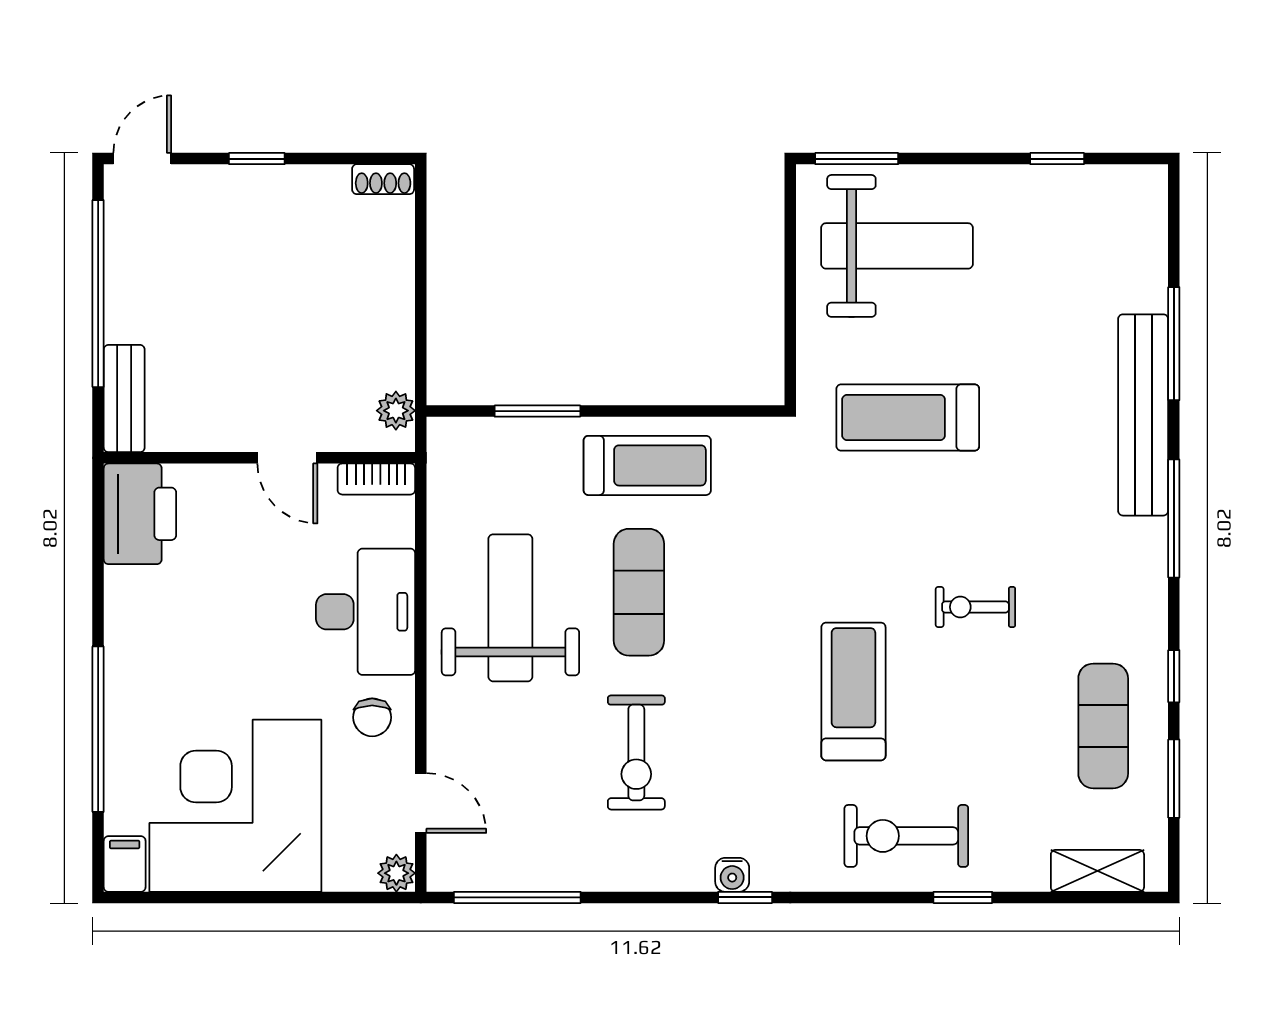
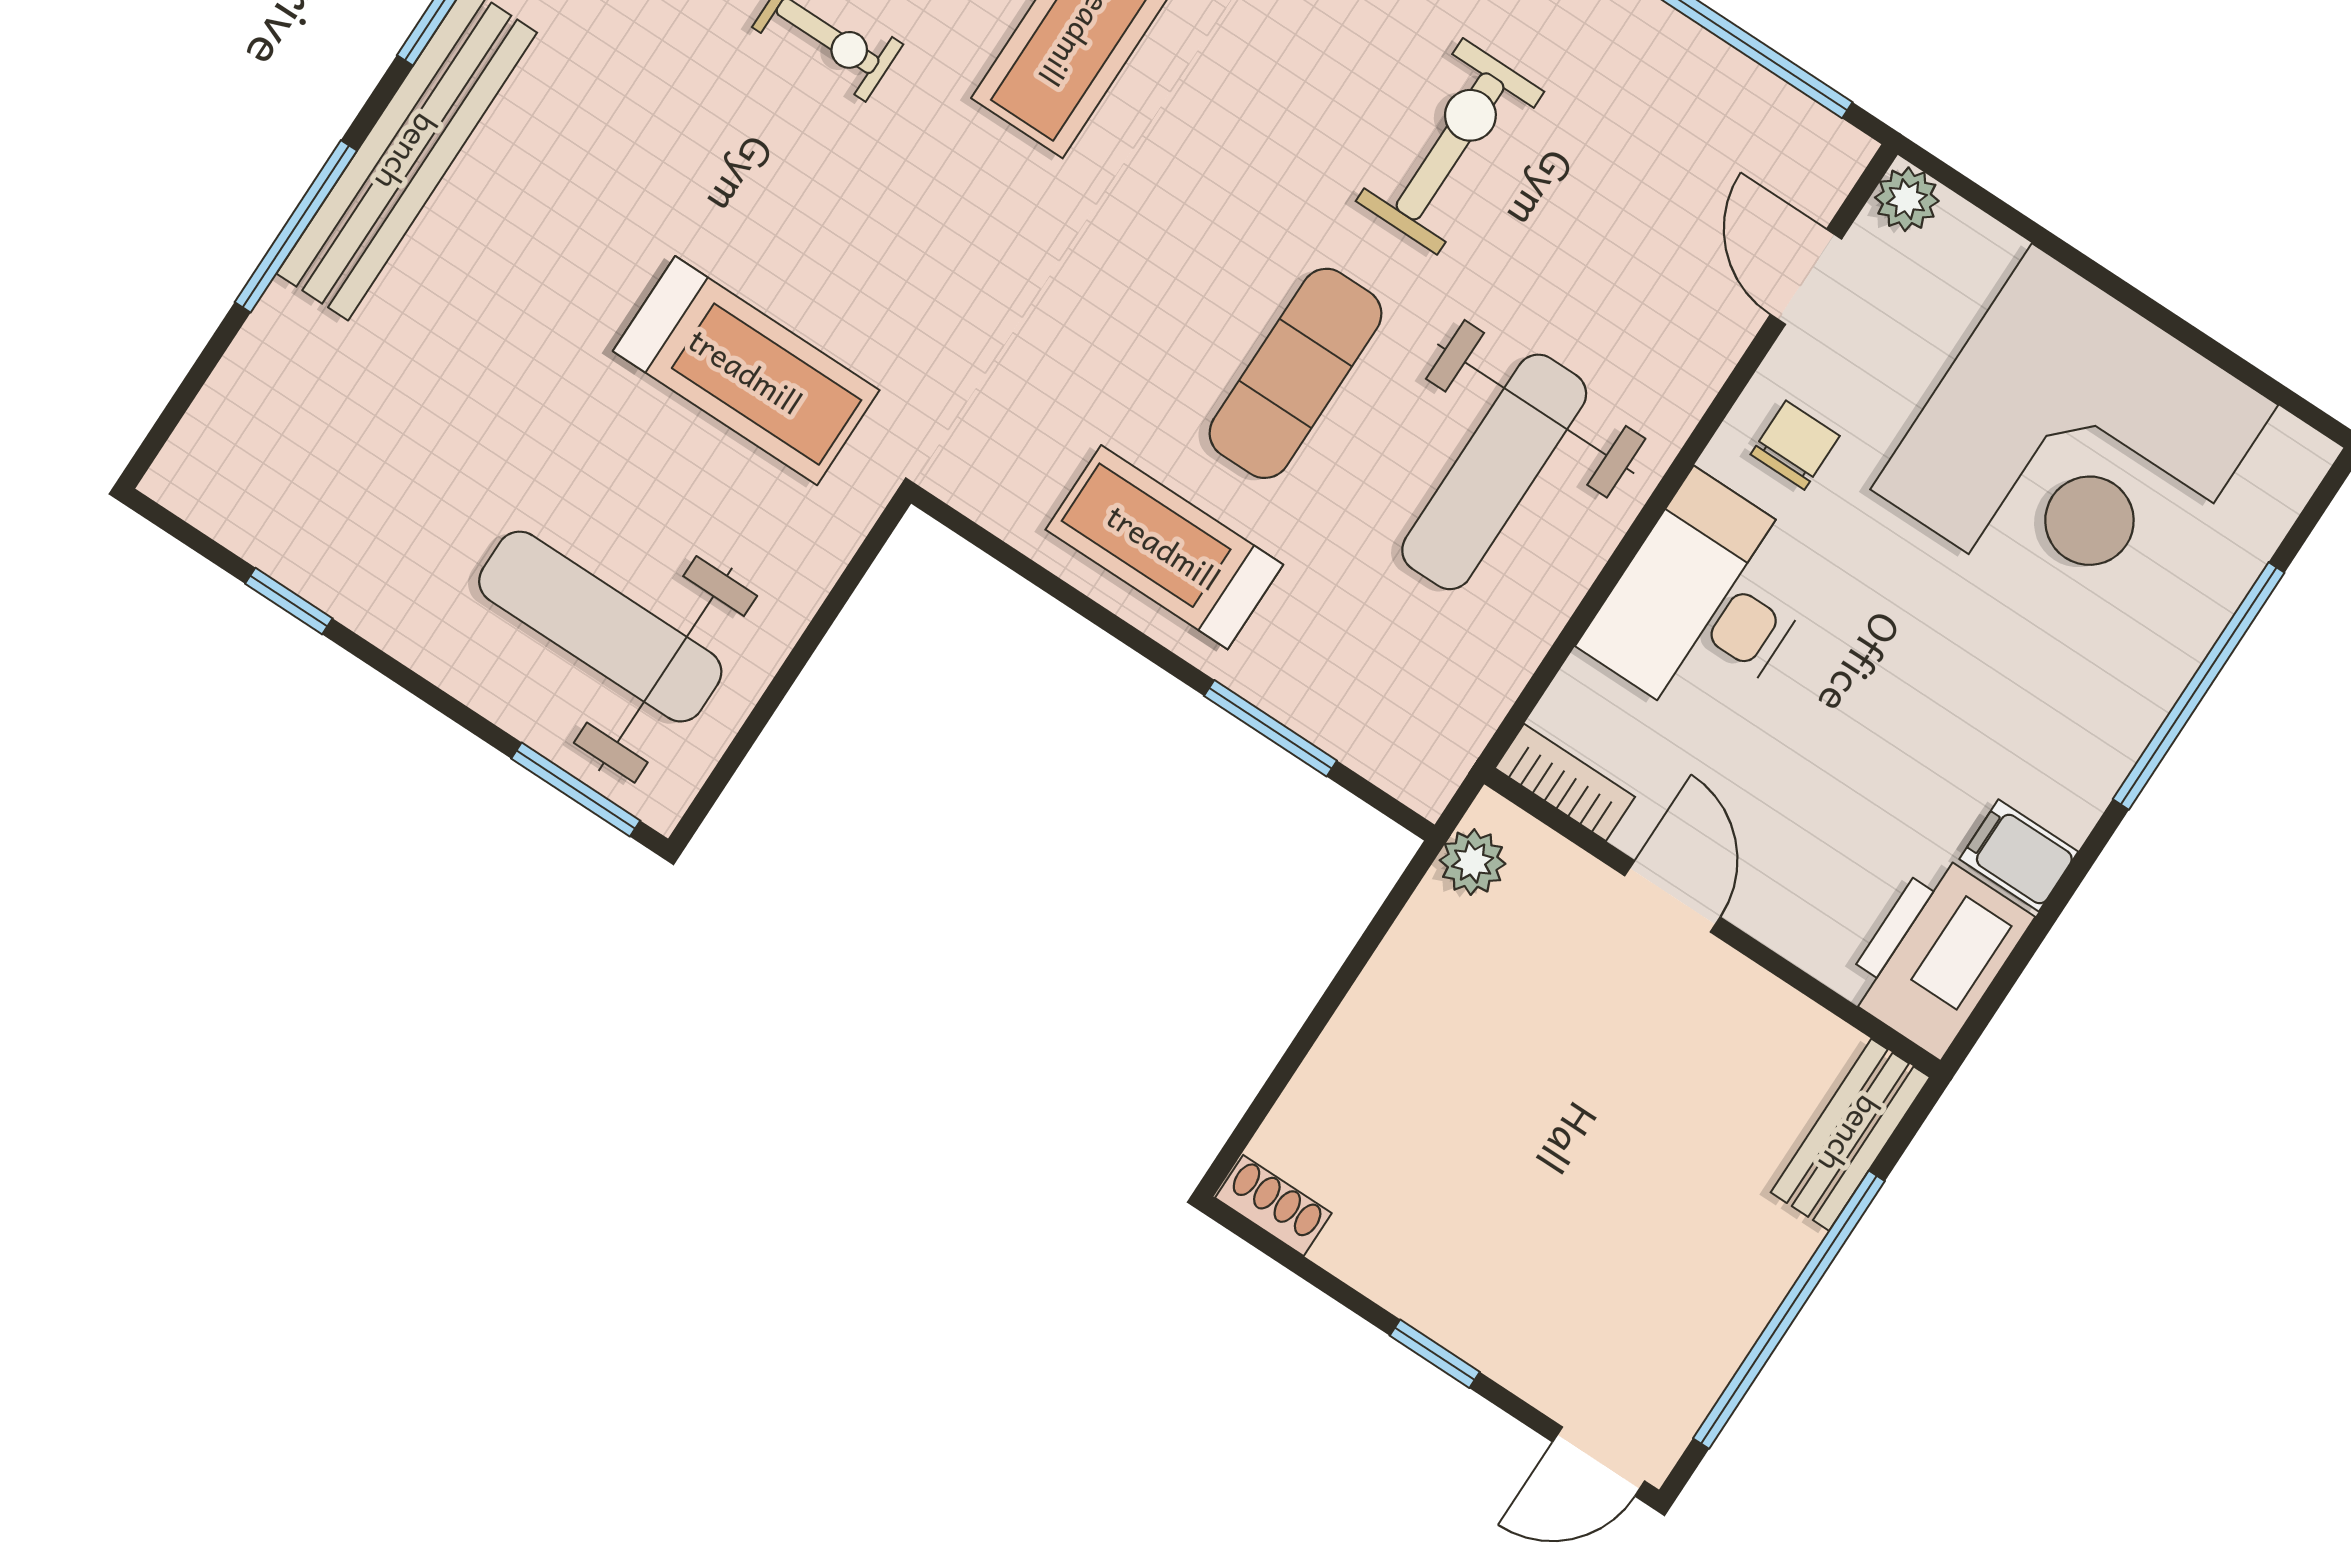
filing cabinet: (125, 864) -> (2019, 855), moved, turned 90

